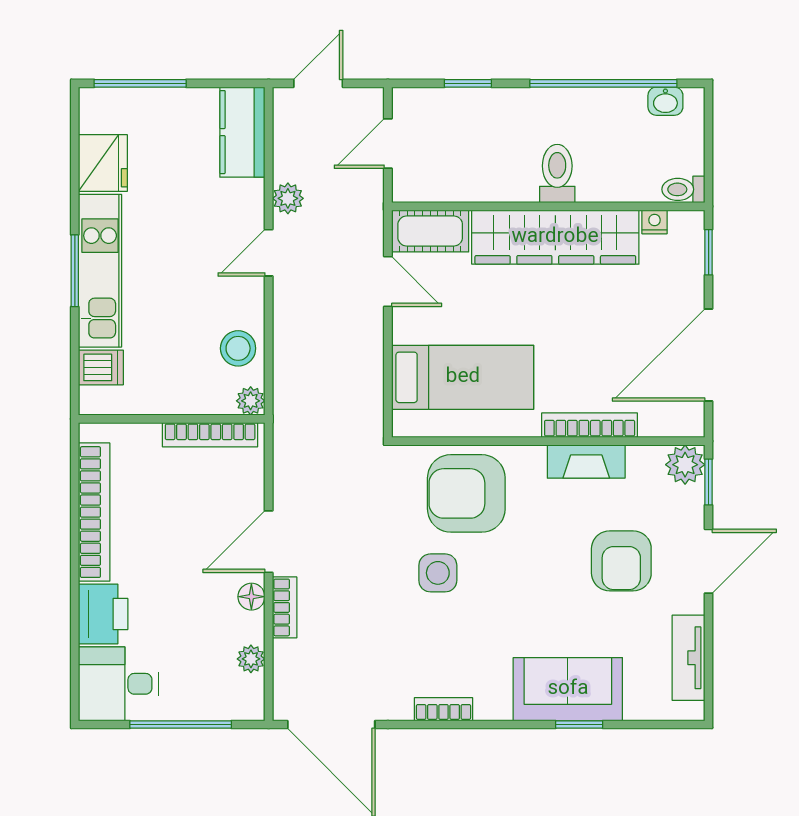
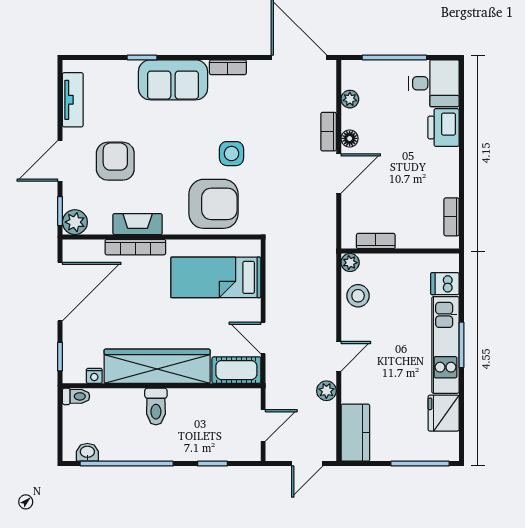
bookcase: (210, 435) -> (376, 241), width x0.64
bookcase: (94, 512) -> (452, 217), width x0.43, depth x0.76
sofa: (568, 689) -> (173, 80), moved

